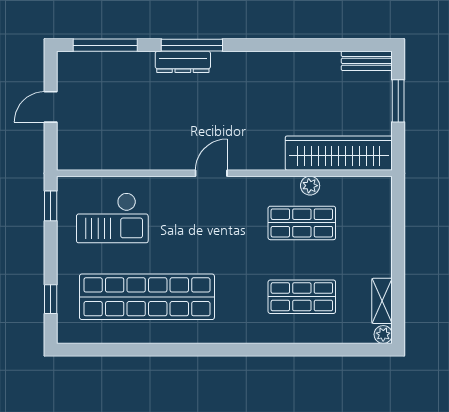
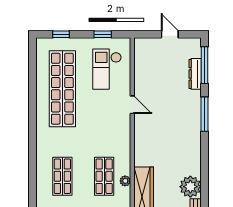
dresser: (183, 62) -> (195, 74), moved
plant: (320, 70) -> (190, 187), added
door: (211, 173) -> (132, 105), moved
window: (51, 206) -> (103, 34), moved

